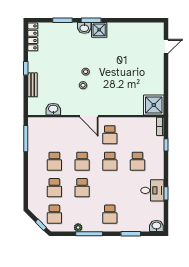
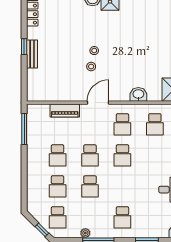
bench: (33, 85) -> (32, 54), moved
washbasin: (53, 109) -> (138, 94), moved
door: (89, 116) -> (98, 103), swing flipped
piano: (60, 123) -> (65, 110), added
school desk: (137, 161) -> (155, 124), moved

